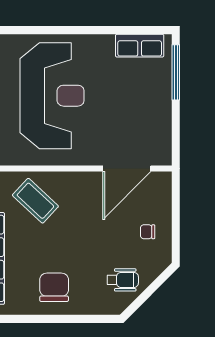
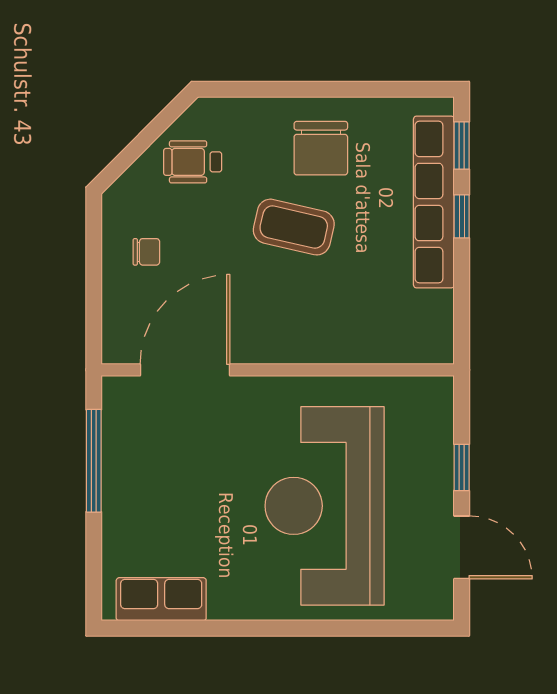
window: (176, 72) -> (94, 461), moved
coffee table: (35, 201) -> (294, 227), moved, turned -30

